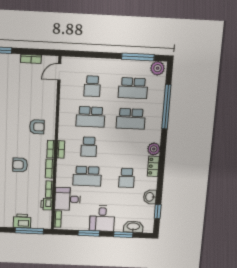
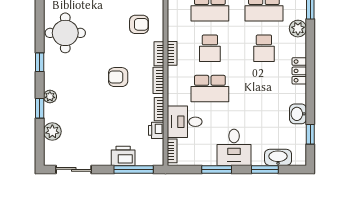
plant: (154, 149) -> (298, 29), moved
school desk: (127, 178) -> (264, 48), moved

